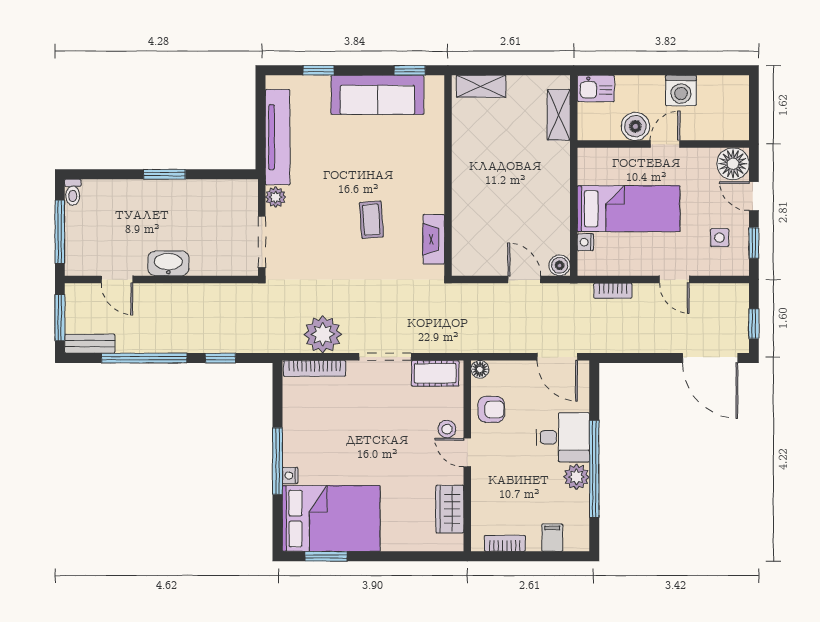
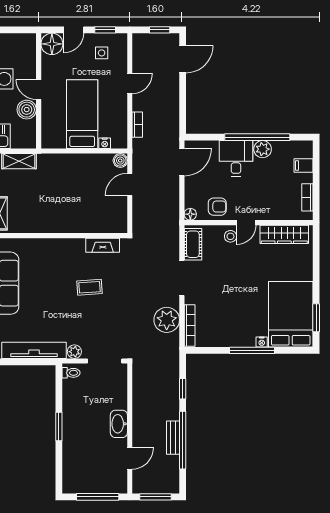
toilet: (73, 192) -> (71, 373), moved
bench: (90, 344) -> (173, 438), moved
door: (710, 358) -> (183, 59), width x0.73
armchair: (491, 409) -> (217, 207), turned 90
wardrobe: (450, 509) -> (284, 234), width x1.50

